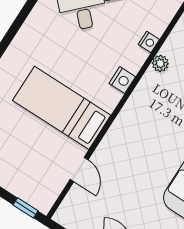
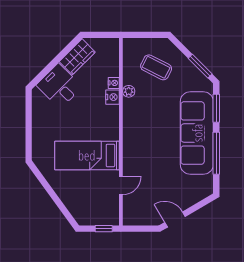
nightstand: (122, 80) -> (112, 97), moved
door: (79, 169) -> (121, 185), hinge flipped

